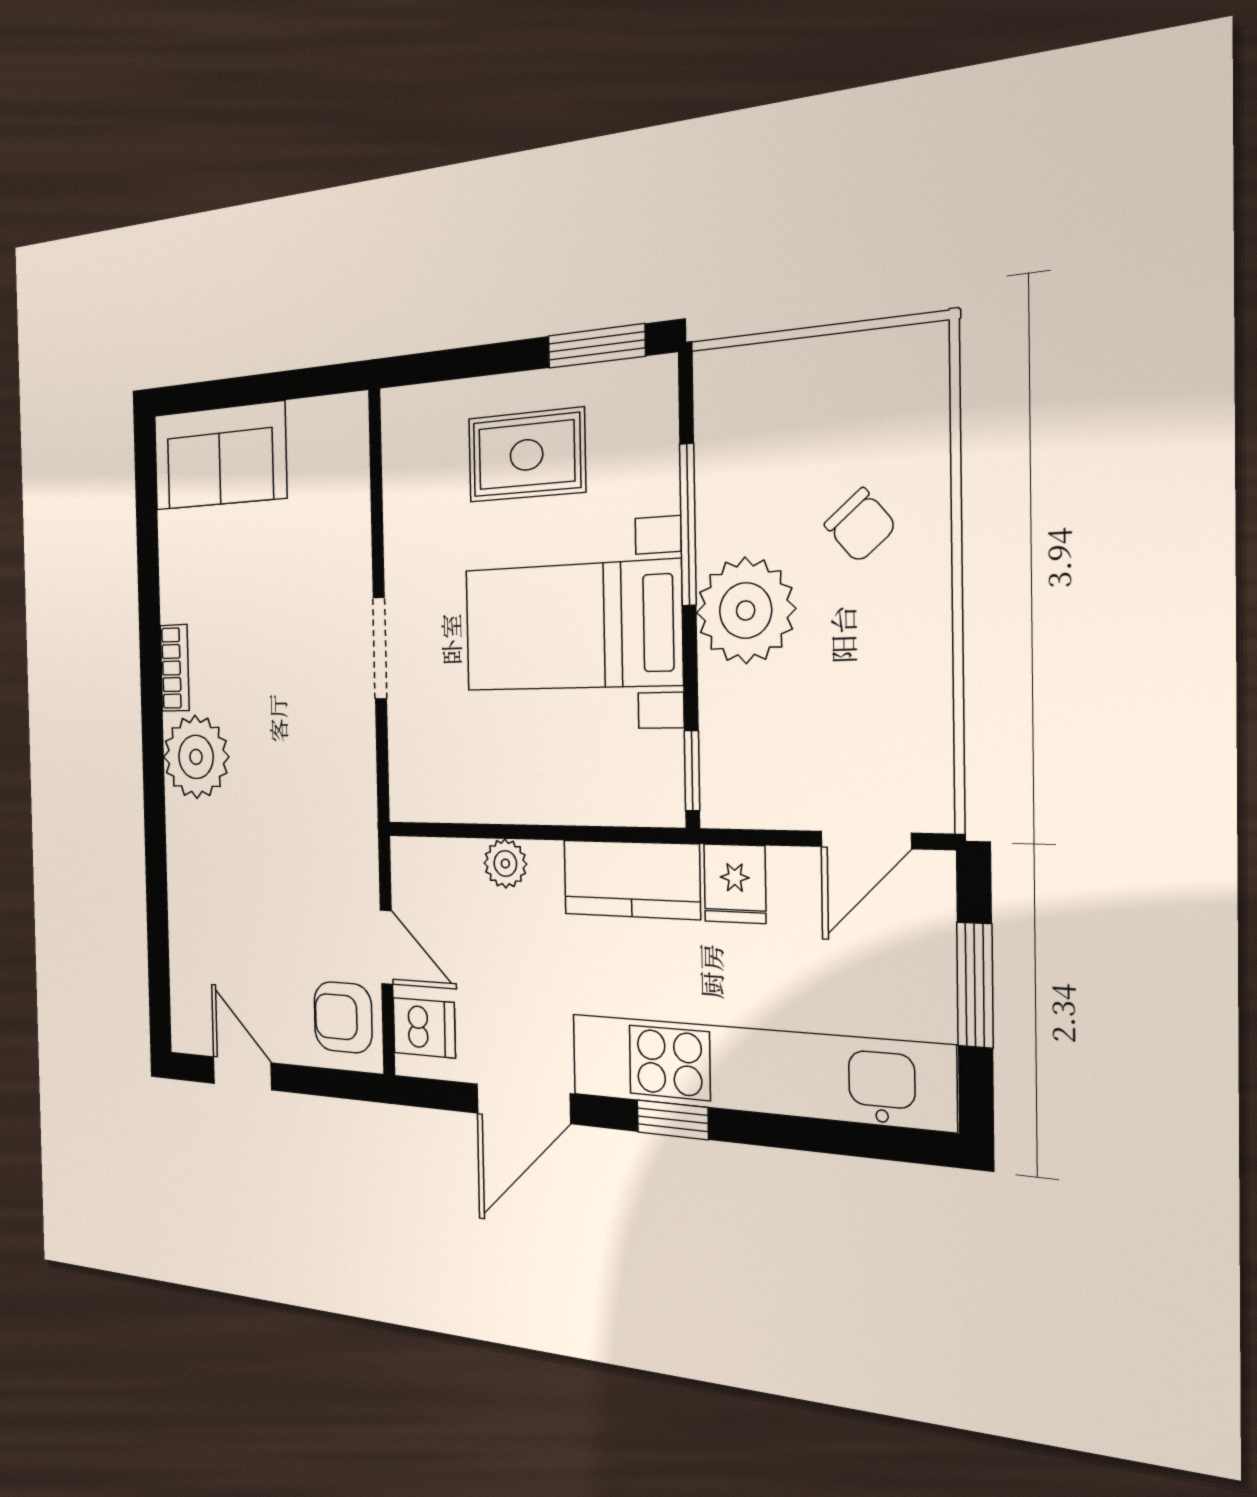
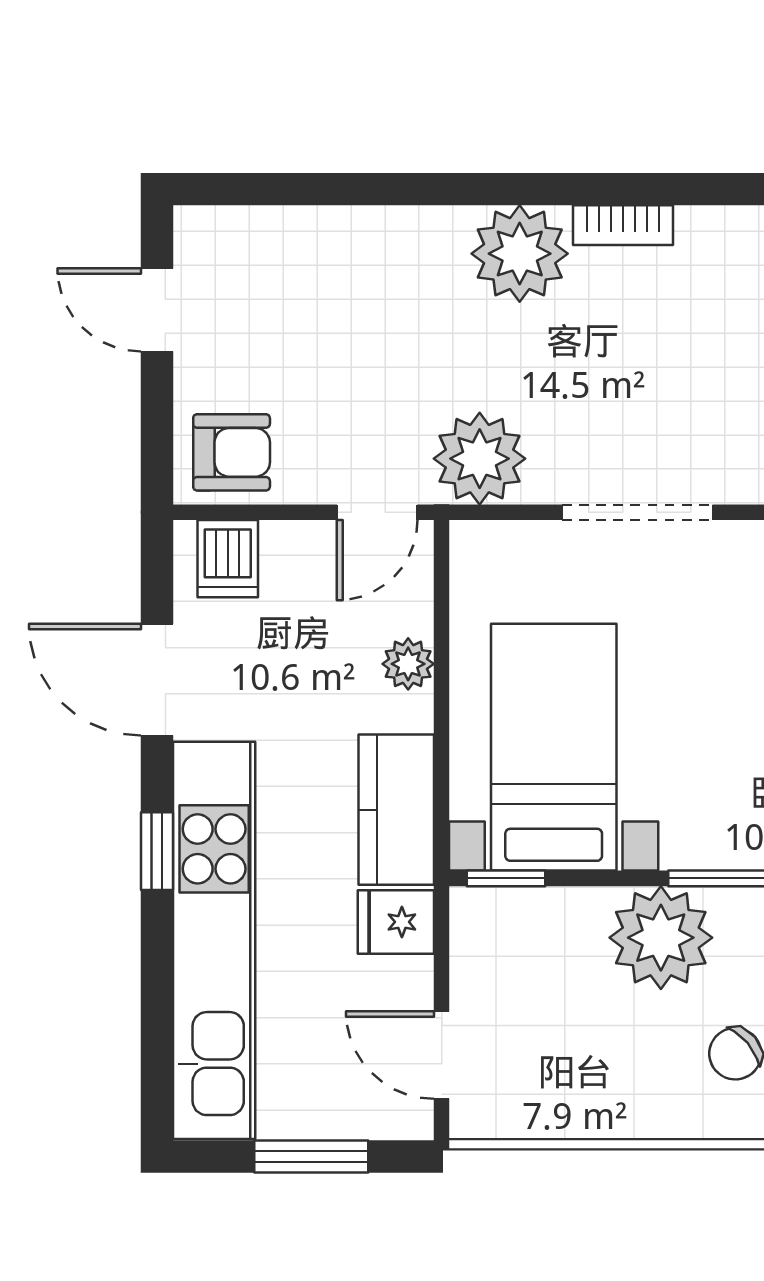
bed with nightstands: (571, 626) -> (554, 747), moved
doorway: (380, 648) -> (637, 512), width x1.38
plant: (343, 793) -> (480, 459), added
door: (386, 947) -> (377, 512), moved
armchair: (343, 1017) -> (232, 452), turned 90
door: (242, 1073) -> (157, 310), swing flipped

